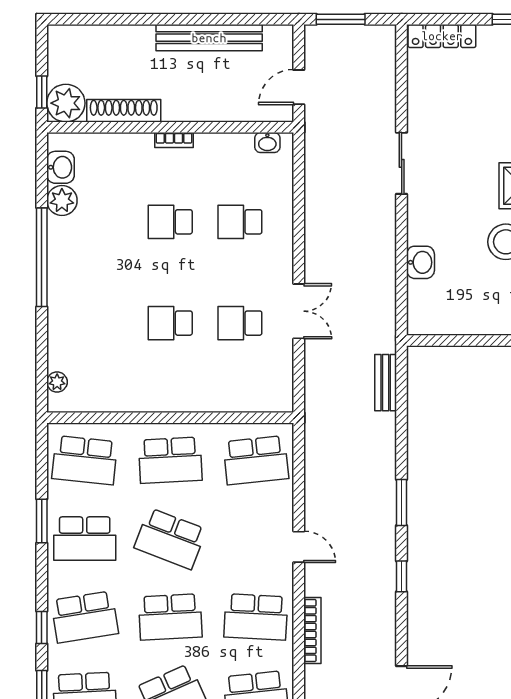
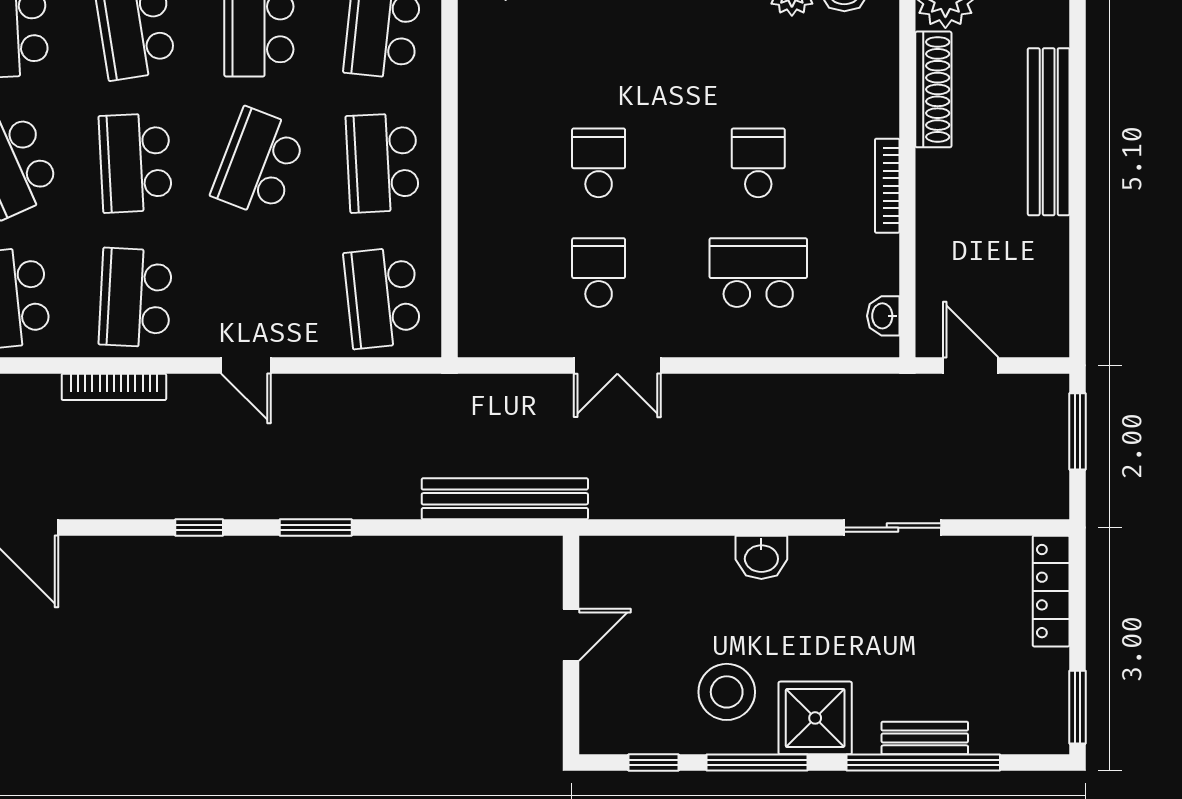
bench: (209, 38) -> (1049, 132), moved
bookcase: (174, 140) -> (887, 186), width x1.56
sliding door: (402, 163) -> (893, 528), moved
school desk: (240, 222) -> (758, 273), width x1.85
washbasin: (421, 262) -> (761, 557), moved
door: (470, 341) -> (571, 635), added
bench: (386, 383) -> (505, 499), width x1.86, depth x1.21
door: (299, 547) -> (246, 365), hinge flipped

